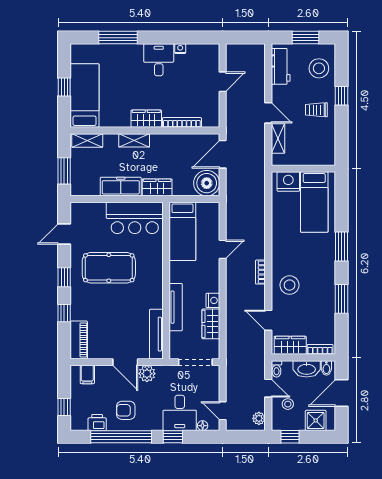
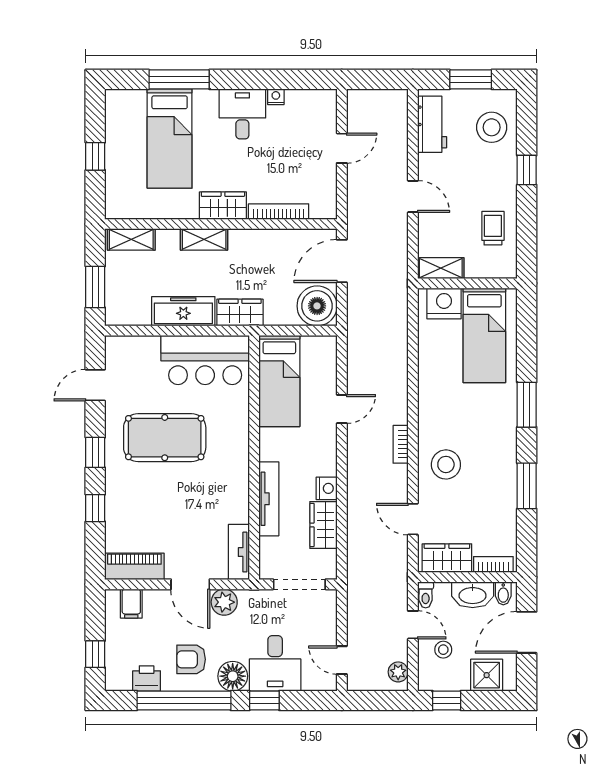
bed: (85, 95) -> (170, 139), moved, turned 180
trolley: (316, 110) -> (493, 228), moved, turned 90
shelving: (278, 138) -> (441, 268), moved, turned 90
tv unit: (156, 334) -> (239, 552), width x0.71
piano: (79, 340) -> (134, 566), moved, turned -90
floor lamp: (203, 426) -> (233, 676), moved, width x1.89, depth x1.89

